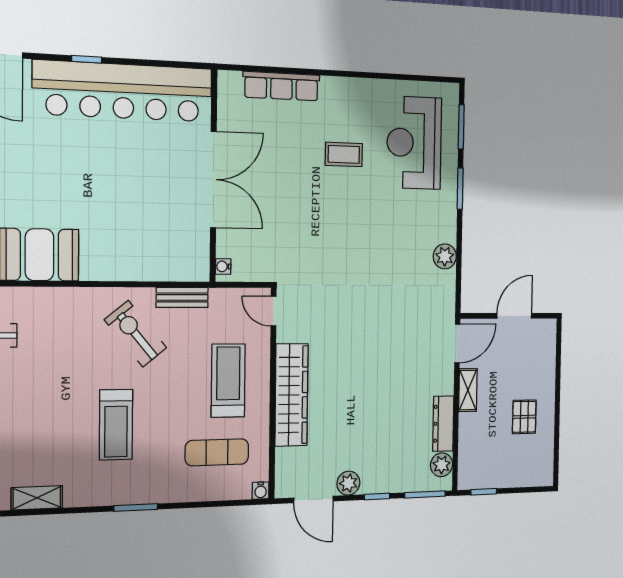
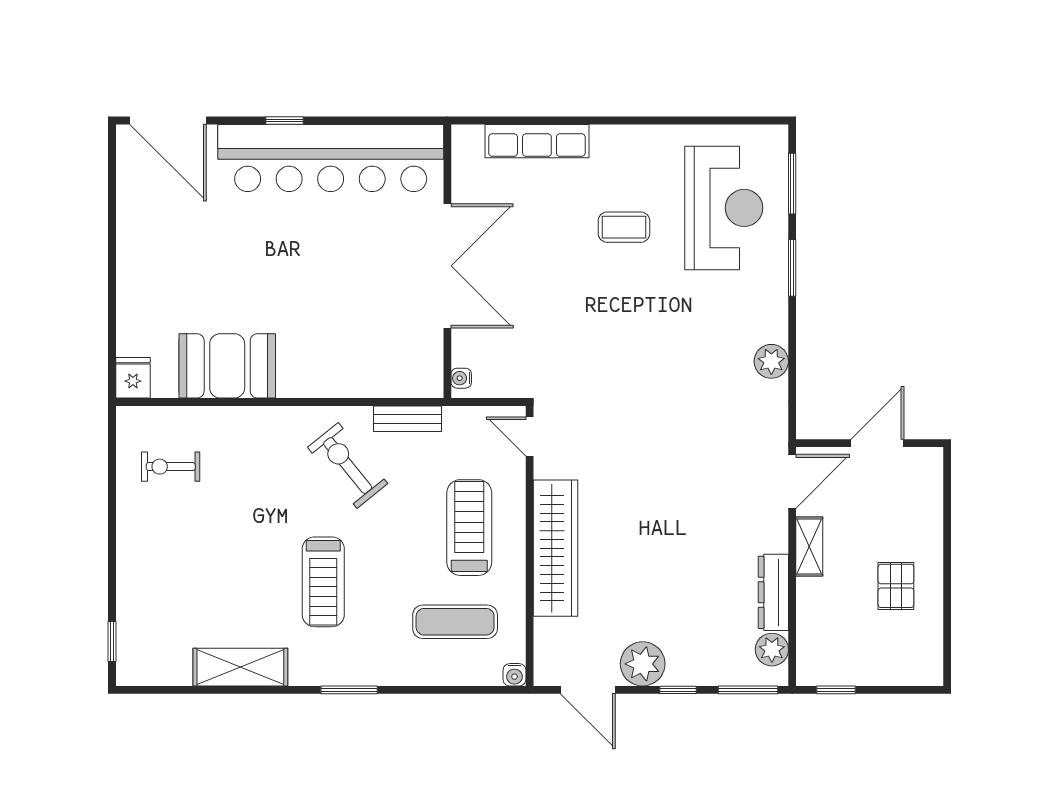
reception desk: (414, 143) -> (724, 208), turned 180
plant: (348, 483) -> (643, 664), width x1.36, depth x1.36
shelving: (37, 498) -> (240, 667), width x1.50, depth x1.33

